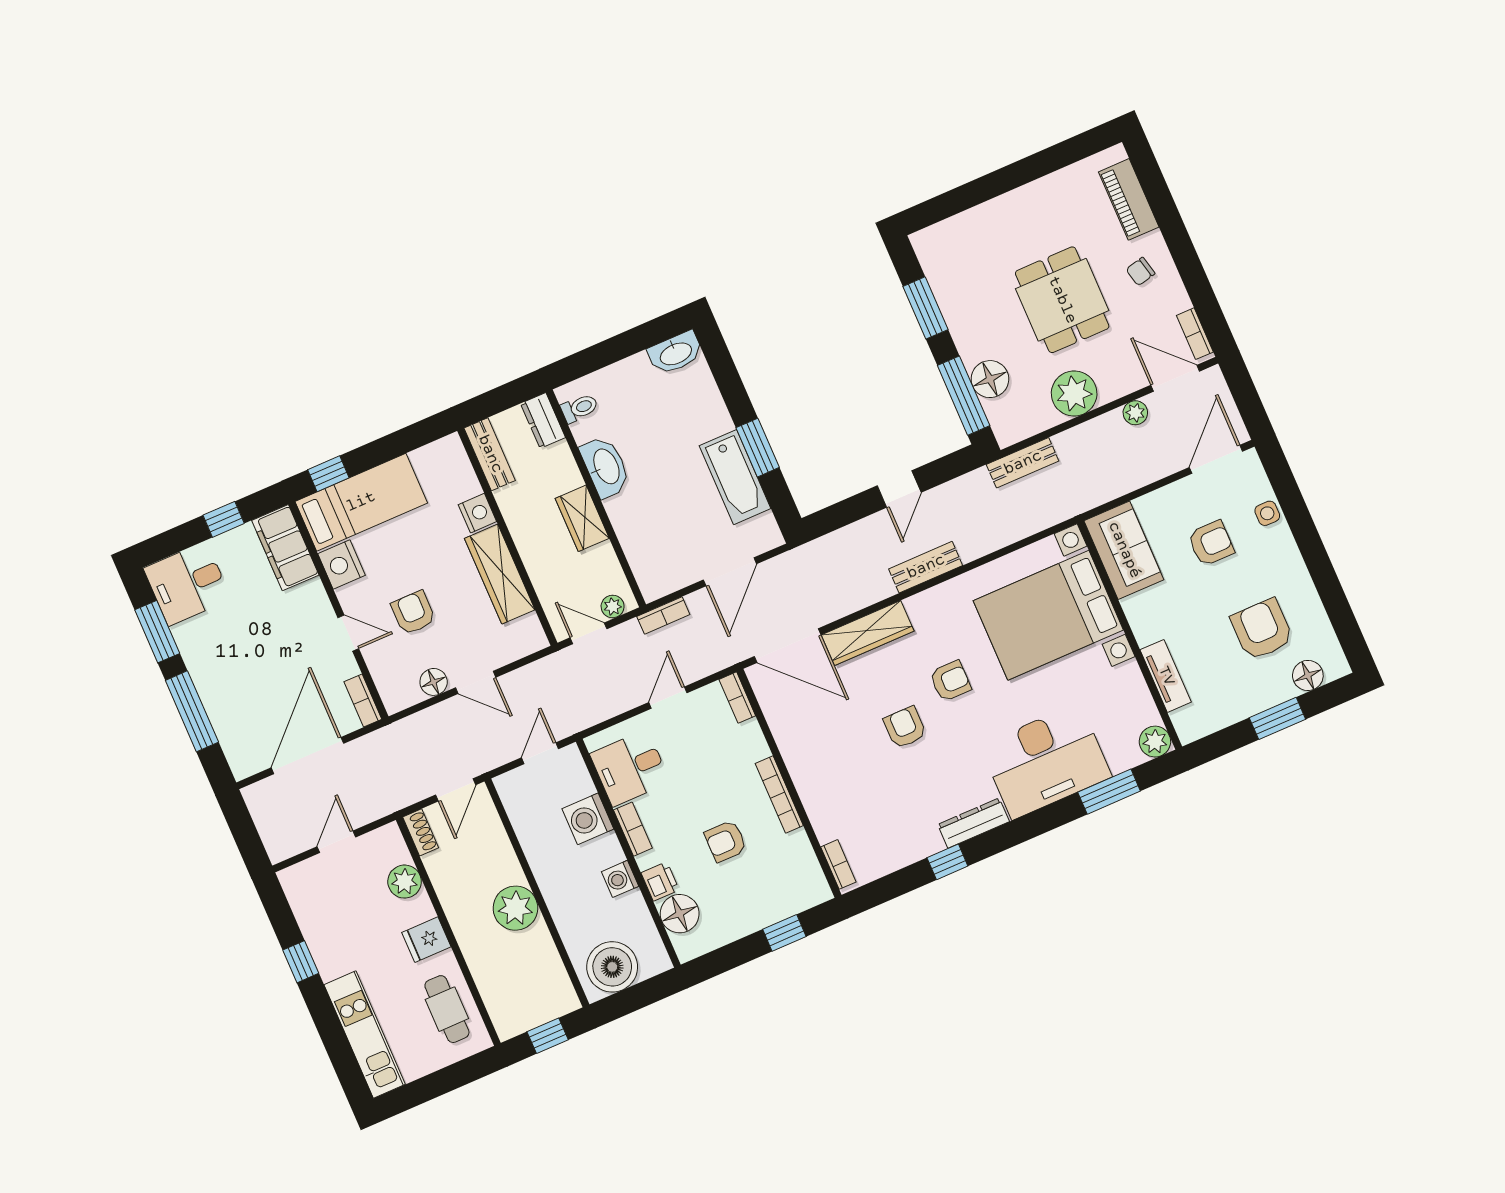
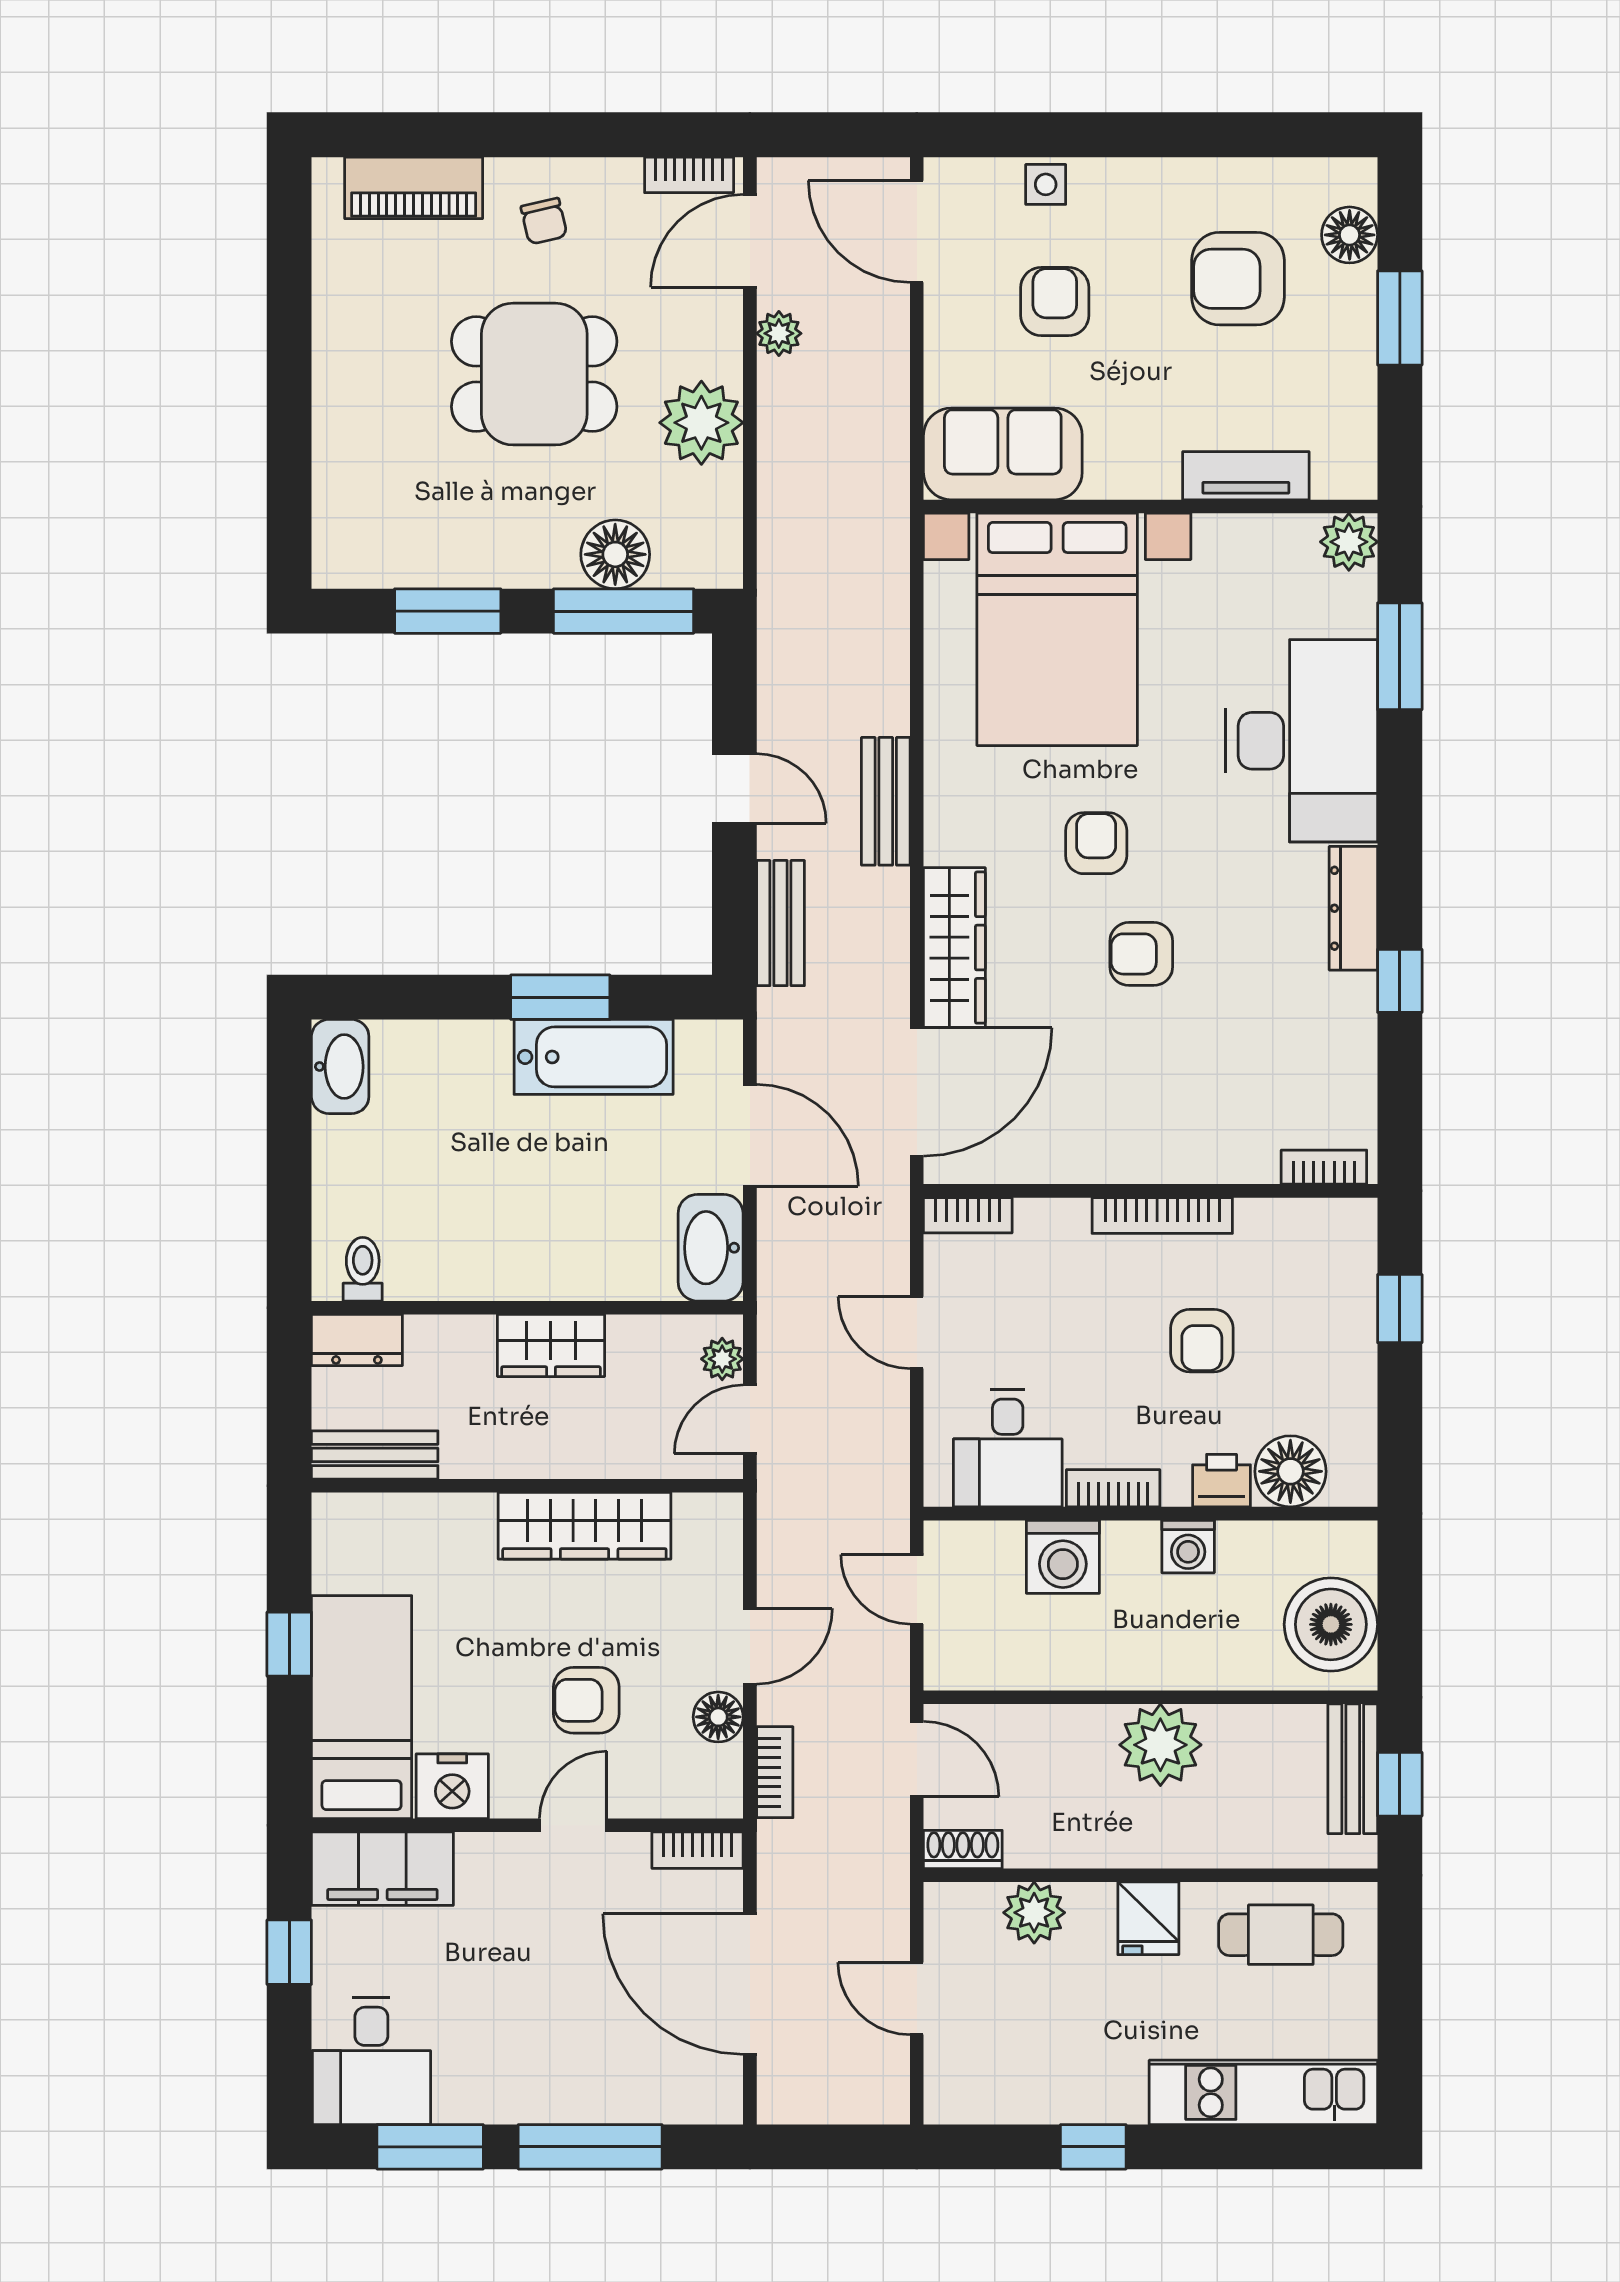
bench: (1023, 463) -> (780, 923), moved
washbasin: (605, 467) -> (711, 1248), moved, turned -90
window: (328, 474) -> (289, 1644), moved
nightstand: (477, 513) -> (465, 1519), removed
bookcase: (663, 616) -> (775, 1772), moved
bench: (545, 1009) -> (1353, 1769), added

